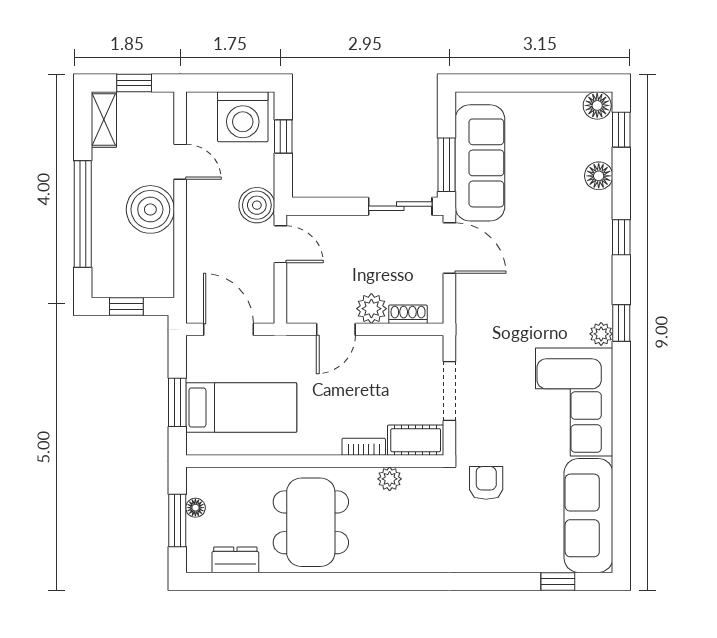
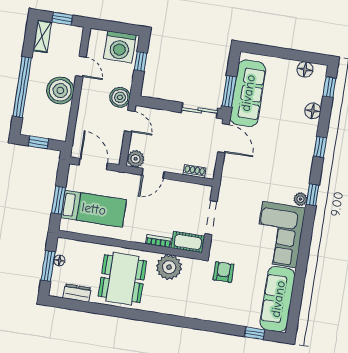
floor lamp: (597, 105) -> (305, 69), moved
plant: (371, 309) -> (136, 159), moved
plant: (390, 479) -> (169, 267), width x1.87, depth x1.87

